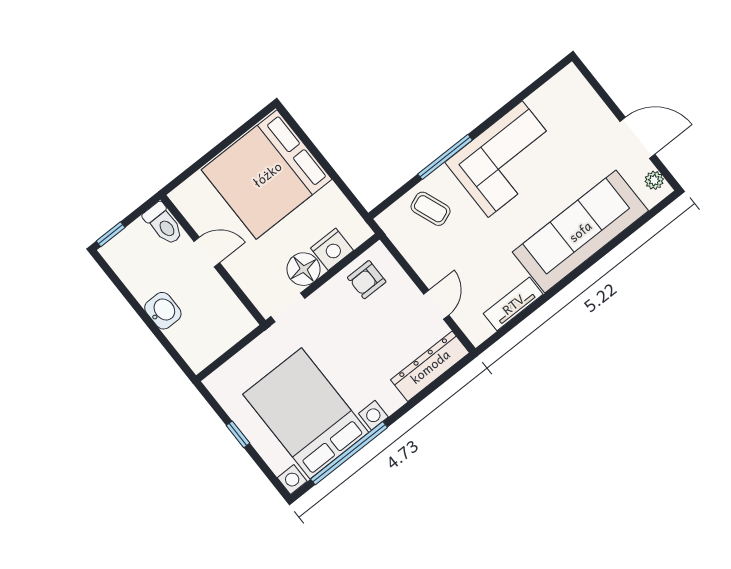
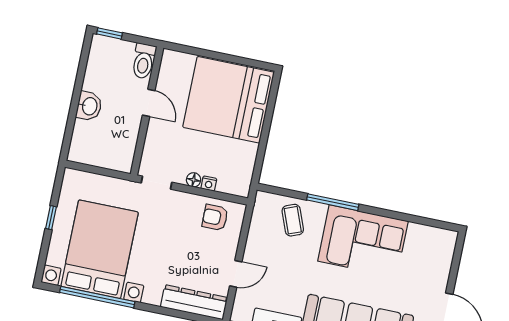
nightstand: (332, 249) -> (209, 184), width x0.53, depth x0.56
floor lamp: (304, 269) -> (194, 180), width x0.53, depth x0.53

